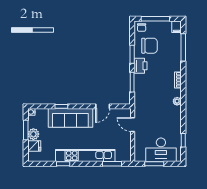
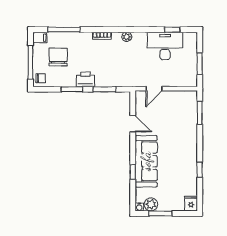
chair: (149, 46) -> (58, 57), moved
plant: (33, 134) -> (151, 204), moved
fridge: (34, 146) -> (191, 204), moved
desk: (161, 150) -> (165, 46), moved, turned -90
kitchen unit: (85, 156) -> (190, 144), removed

